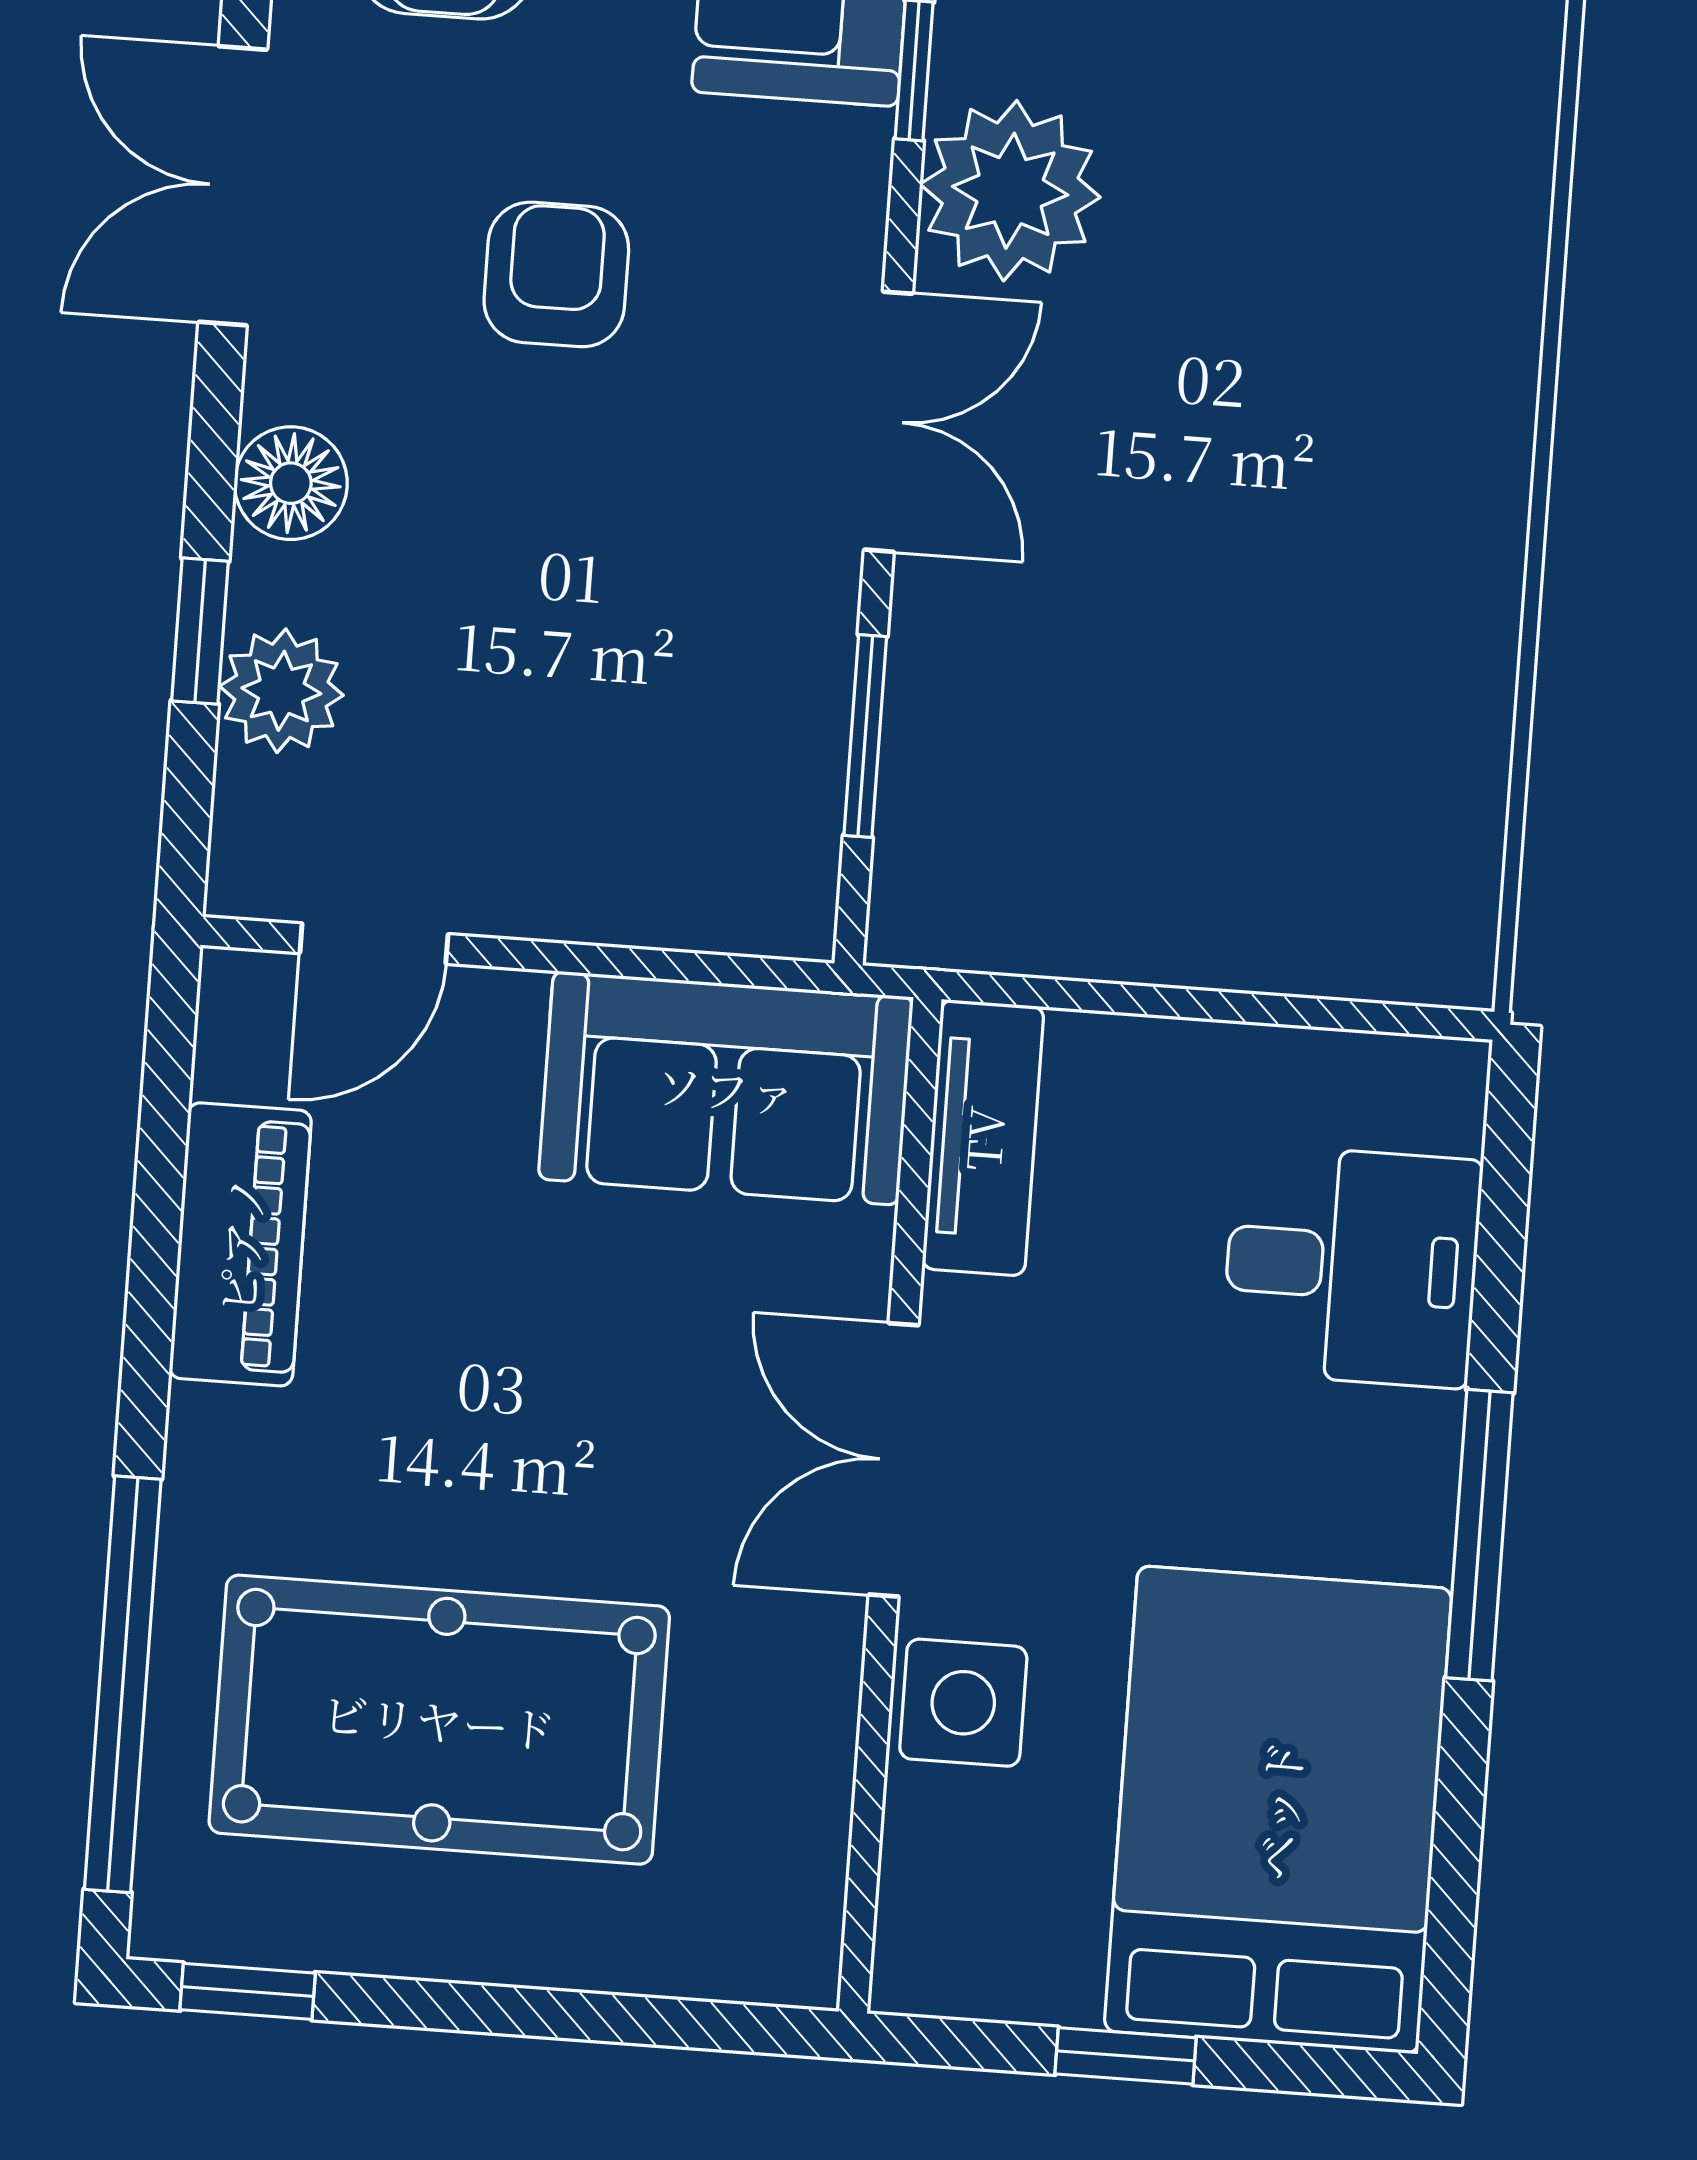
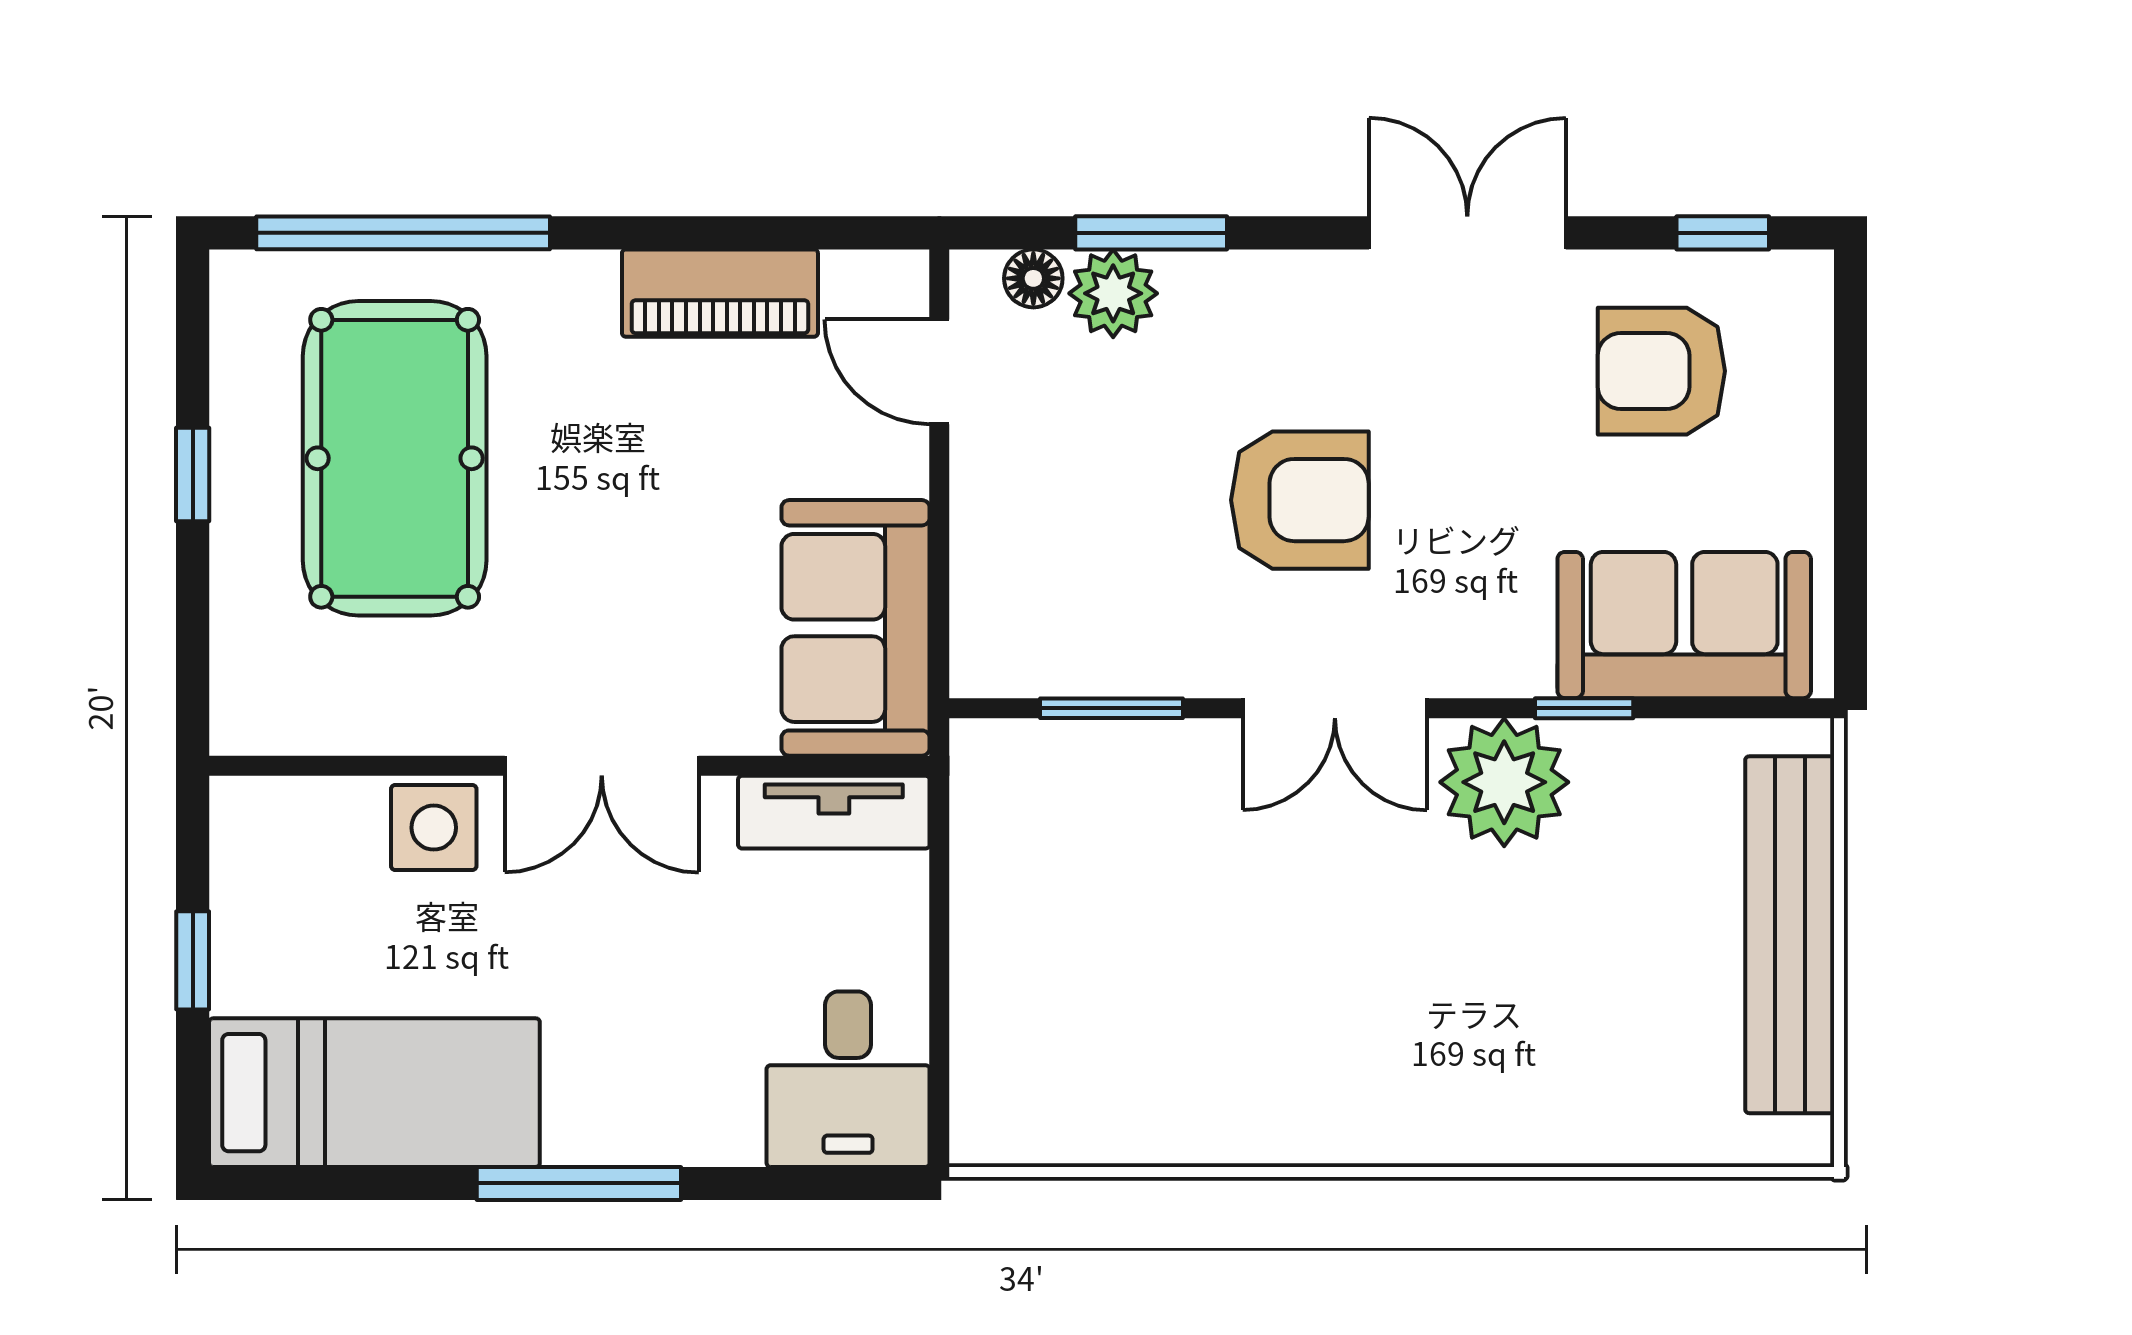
armchair: (556, 274) -> (1300, 500), moved, width x1.38, depth x1.38
floor lamp: (291, 483) -> (1033, 278), moved, width x0.73, depth x0.73
window: (200, 631) -> (1151, 233), width x1.50
desk: (1352, 1266) -> (848, 1079), moved
double door: (894, 1460) -> (602, 766), swing flipped
bed: (1278, 1810) -> (374, 1093), width x0.67
window: (248, 1991) -> (193, 475), moved

